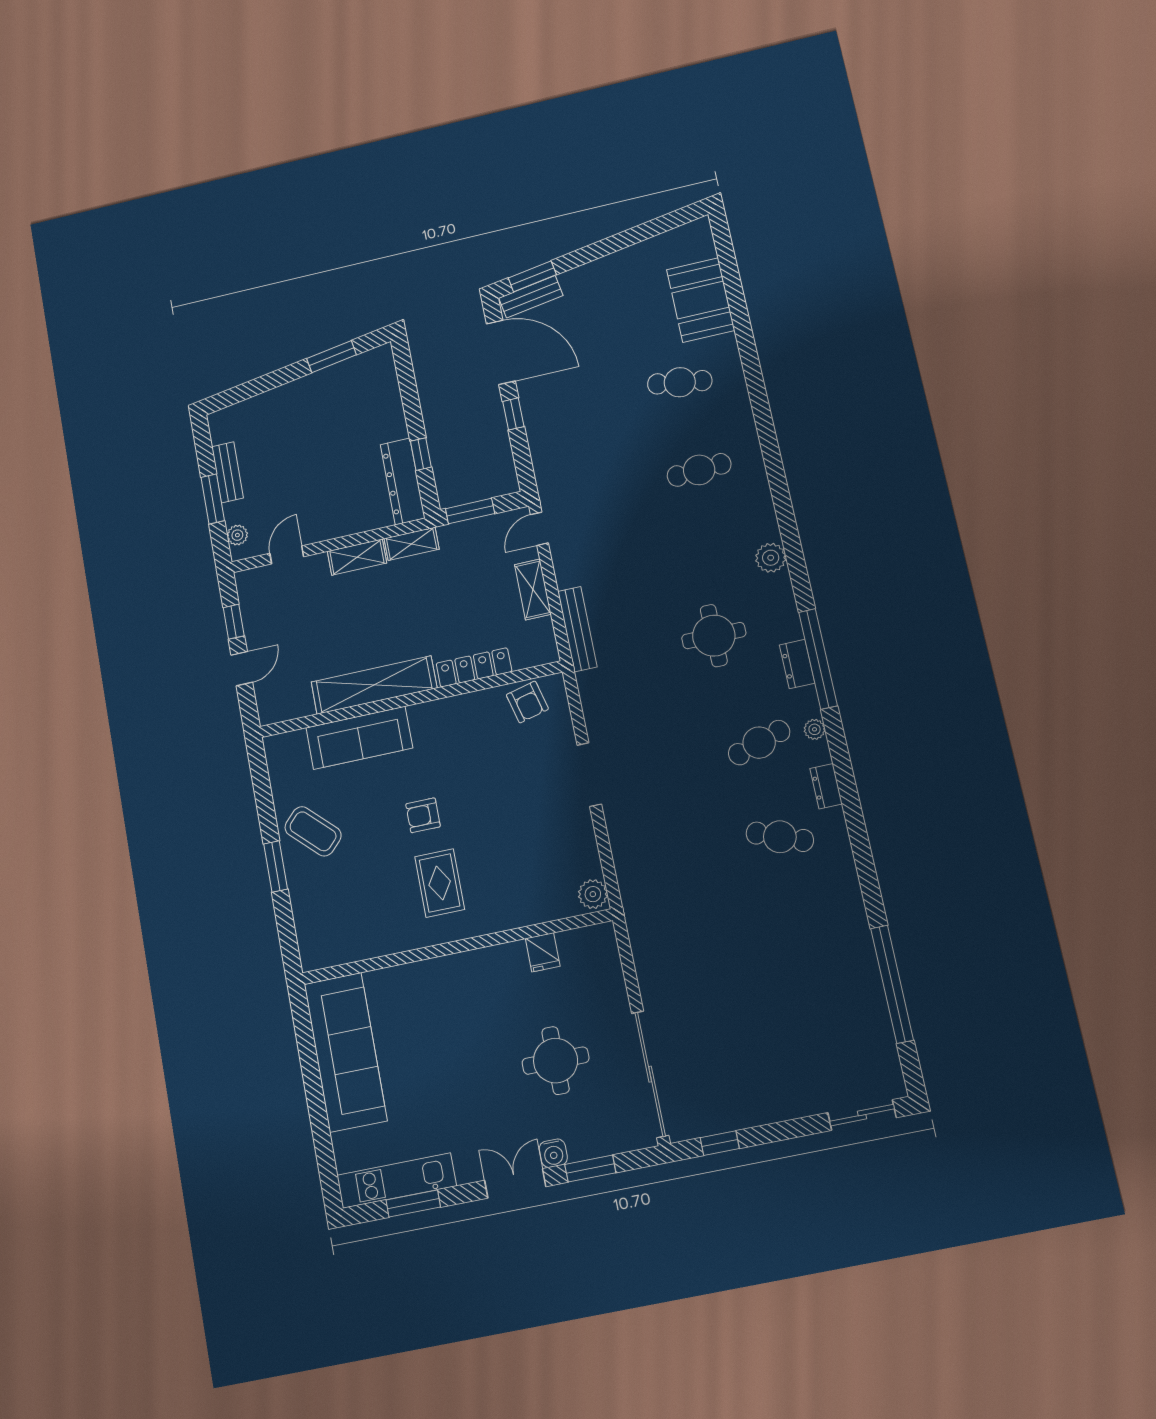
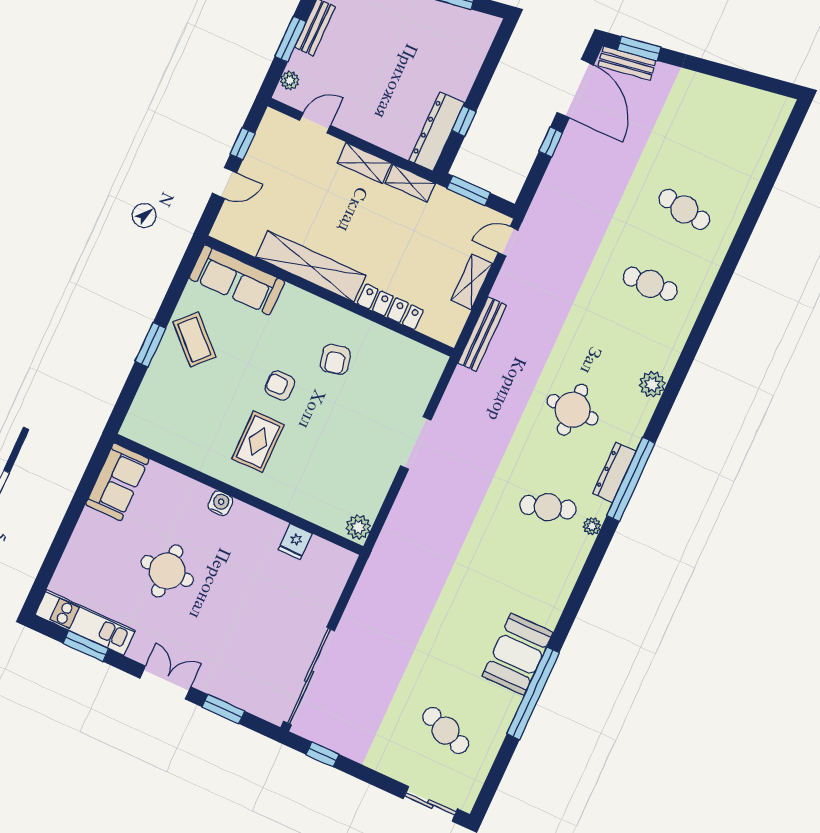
booth: (701, 300) -> (517, 654), moved
dresser: (797, 664) -> (614, 472), width x1.44
armchair: (527, 702) -> (335, 359), moved
sofa: (359, 738) -> (237, 280), moved
dresser: (826, 786) -> (571, 571), removed
cafe table: (780, 837) -> (446, 731), moved
window: (892, 984) -> (533, 693), moved
sofa: (345, 1052) -> (117, 482), width x0.54, depth x0.79
round table: (556, 1061) -> (167, 571), moved
water cooler: (553, 1153) -> (220, 503), moved, turned 180

